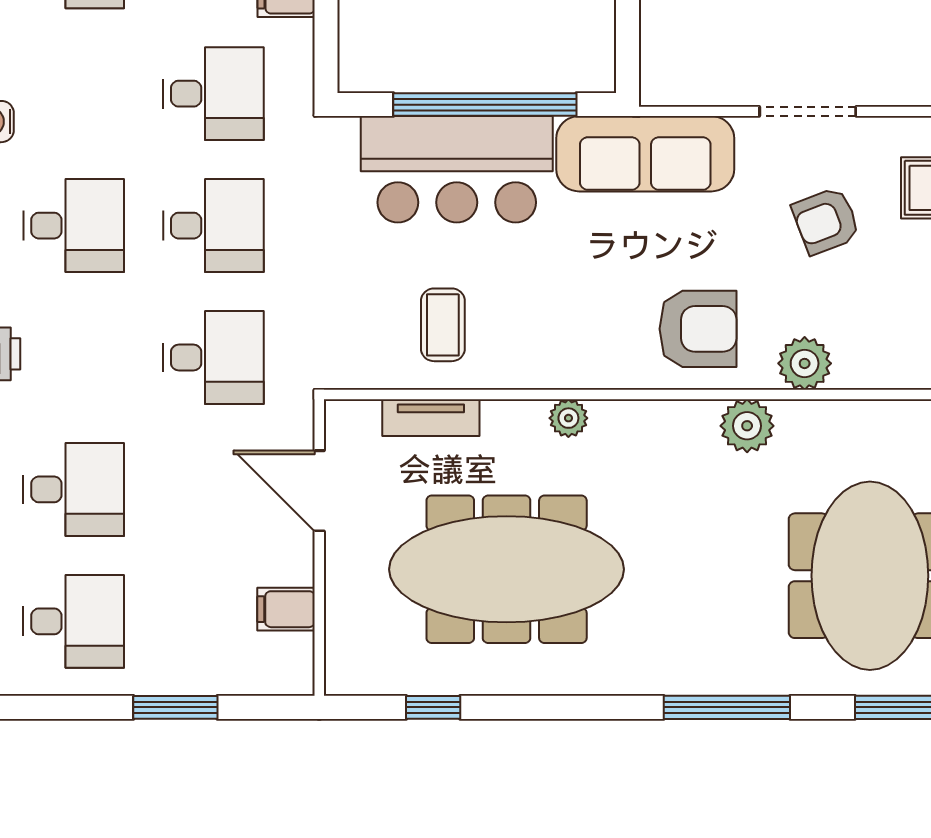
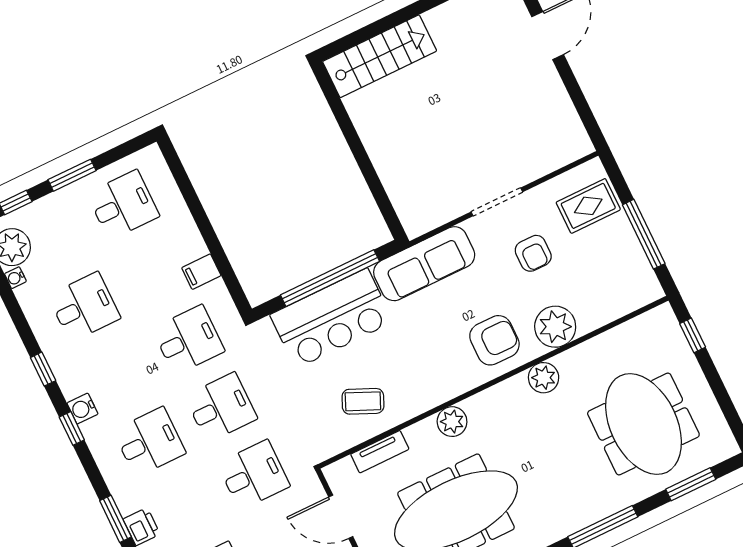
armchair: (826, 221) -> (533, 253), turned -69
coffee table: (443, 325) -> (363, 401), turned -66
plant: (805, 363) -> (555, 327), width x1.36, depth x1.36
plant: (568, 418) -> (452, 422), width x1.38, depth x1.38

